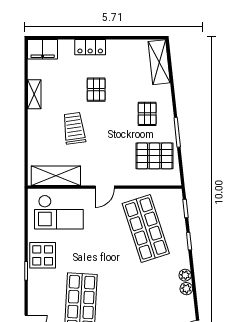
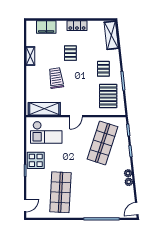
locker: (90, 47) -> (77, 26), moved
filing cabinet: (43, 49) -> (46, 27), moved
pallet: (154, 156) -> (108, 96), turned 90
shop shelf: (146, 228) -> (103, 143), turned 36

